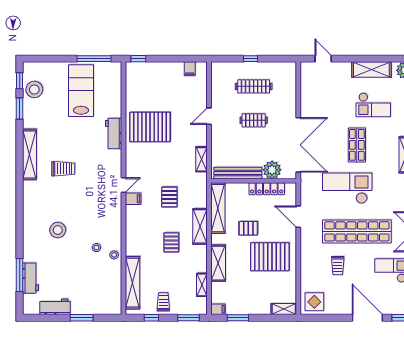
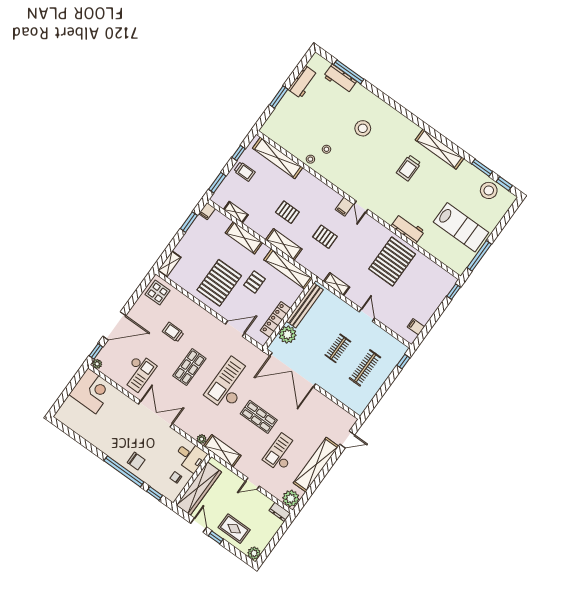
window: (251, 59) -> (403, 362), moved
shelving: (371, 70) -> (316, 465), width x1.47
checkout: (347, 188) -> (230, 384), turned 180
shop shelf: (357, 231) -> (189, 367), width x0.50, depth x0.74

